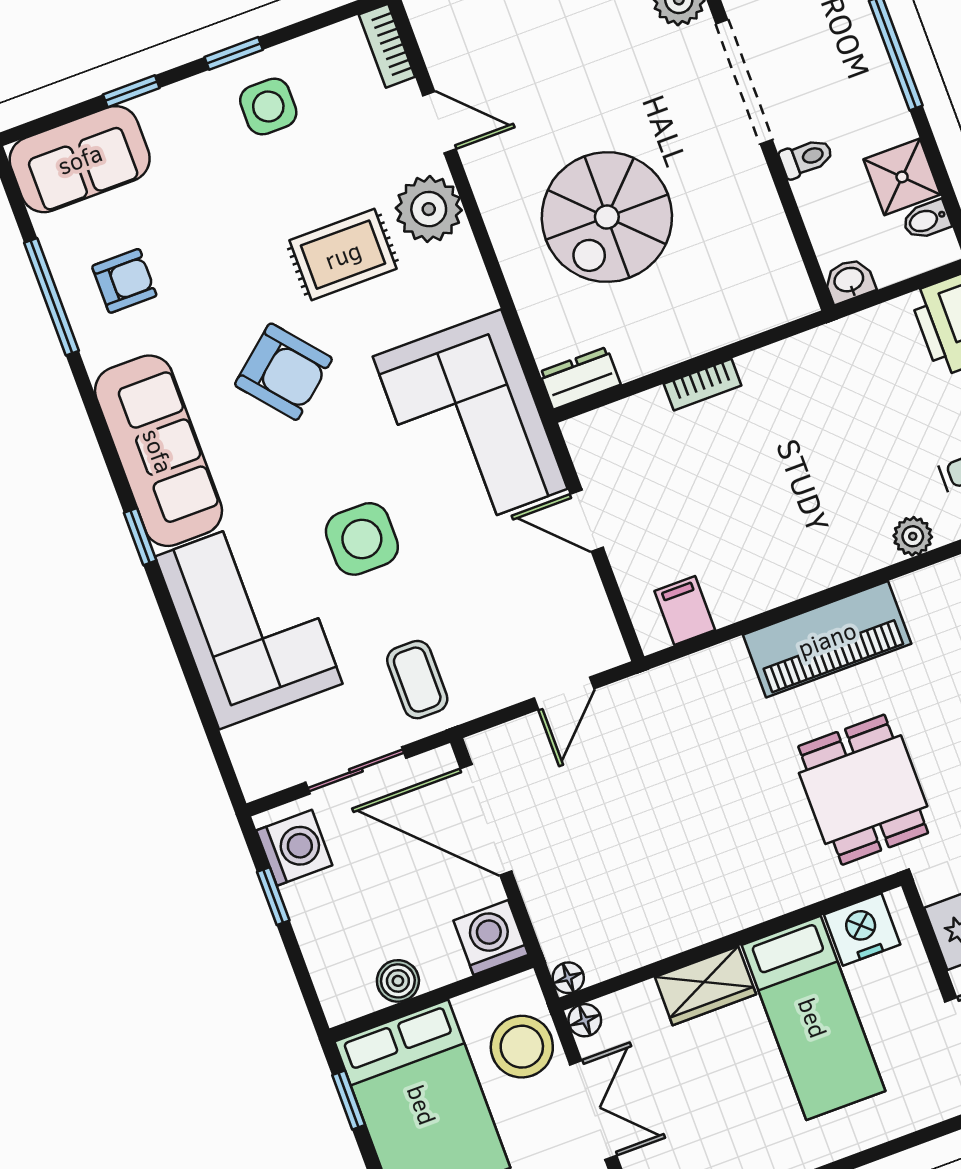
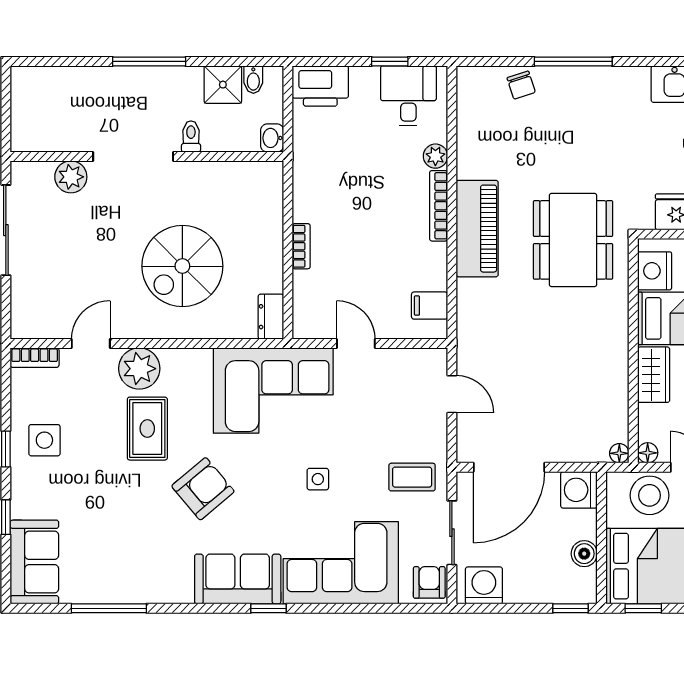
spiral stairs: (607, 217) -> (182, 266), turned 90
armchair: (124, 281) -> (429, 582), moved
sofa: (158, 451) -> (238, 579), width x0.73
door: (587, 521) -> (356, 344), swing flipped
side table: (362, 539) -> (318, 479), width x0.54, depth x0.54
bookcase: (840, 569) -> (439, 206), added
dining table: (863, 790) -> (573, 240), width x1.38
window: (273, 896) -> (571, 608), moved

